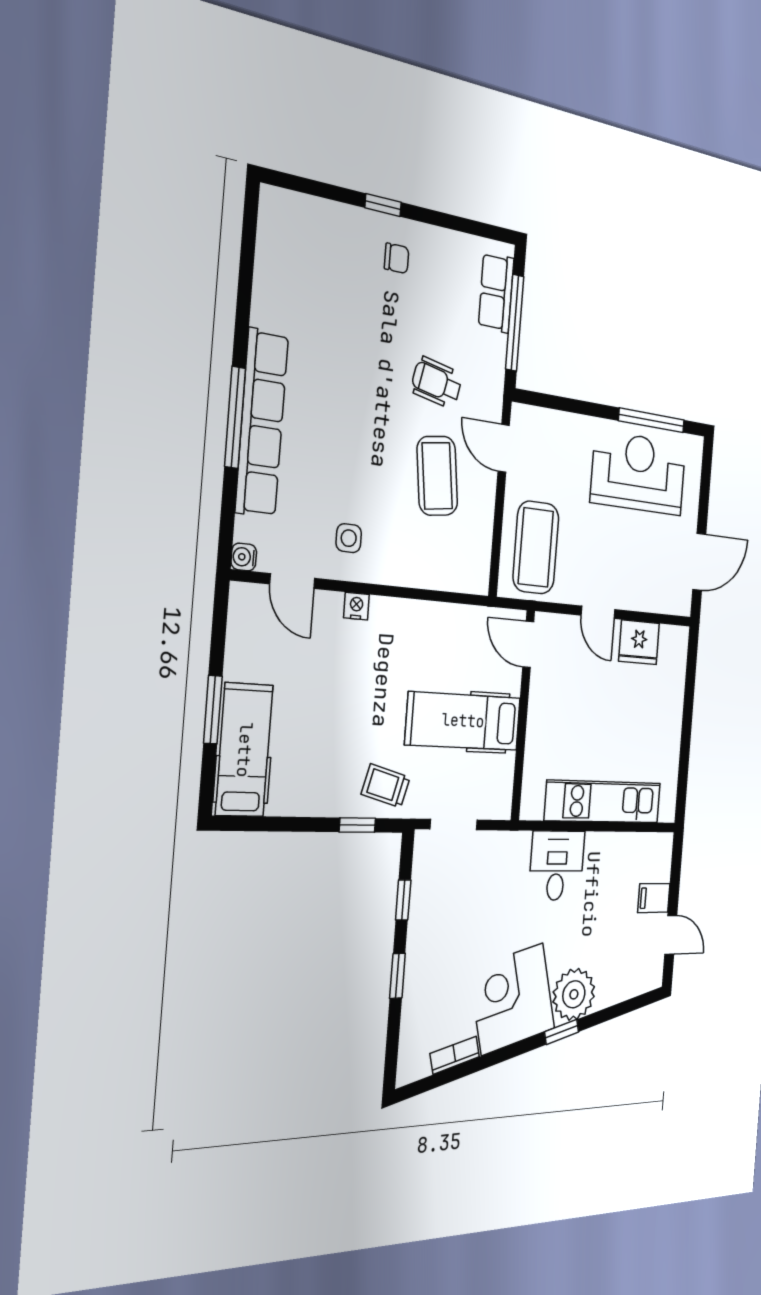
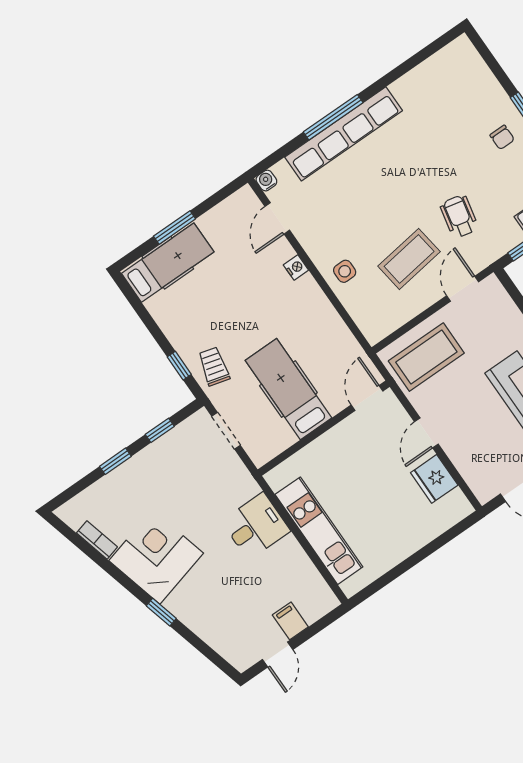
side table: (349, 538) -> (345, 271), moved
plant: (574, 994) -> (190, 603), removed

